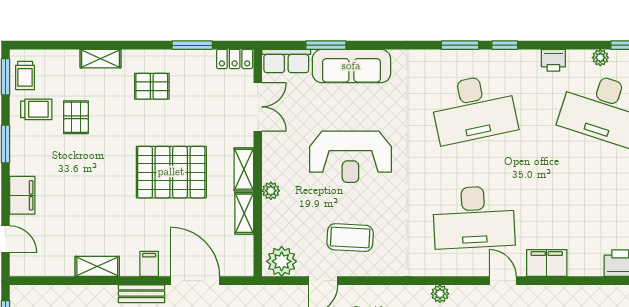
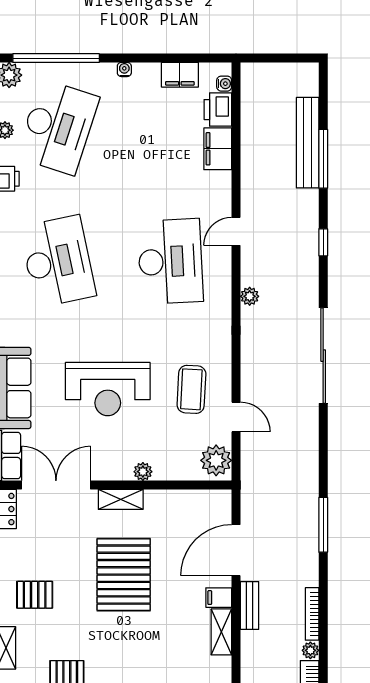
pallet: (152, 86) -> (35, 595), turned 90
double door: (258, 107) -> (56, 485), width x1.37
reception desk: (350, 157) -> (108, 389), turned 90
shelving: (244, 213) -> (166, 499), removed
filing cabinet: (547, 263) -> (218, 149), moved
shelving: (97, 266) -> (221, 632), moved

